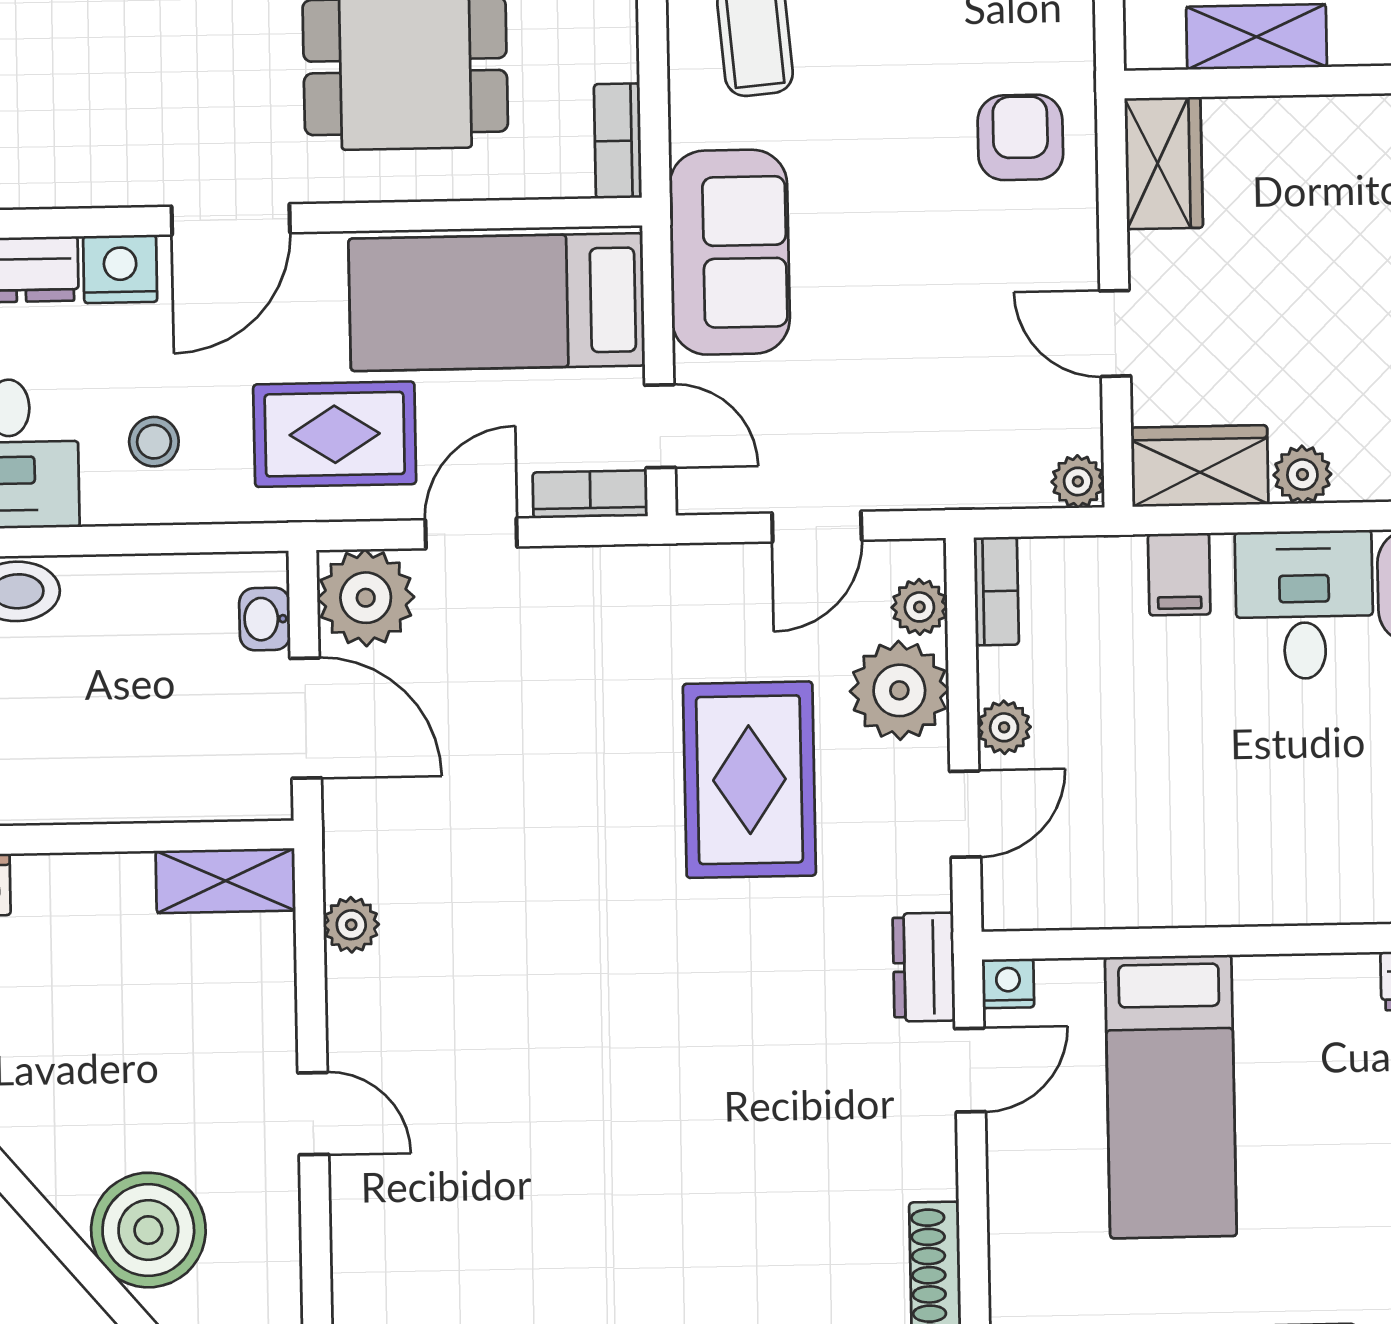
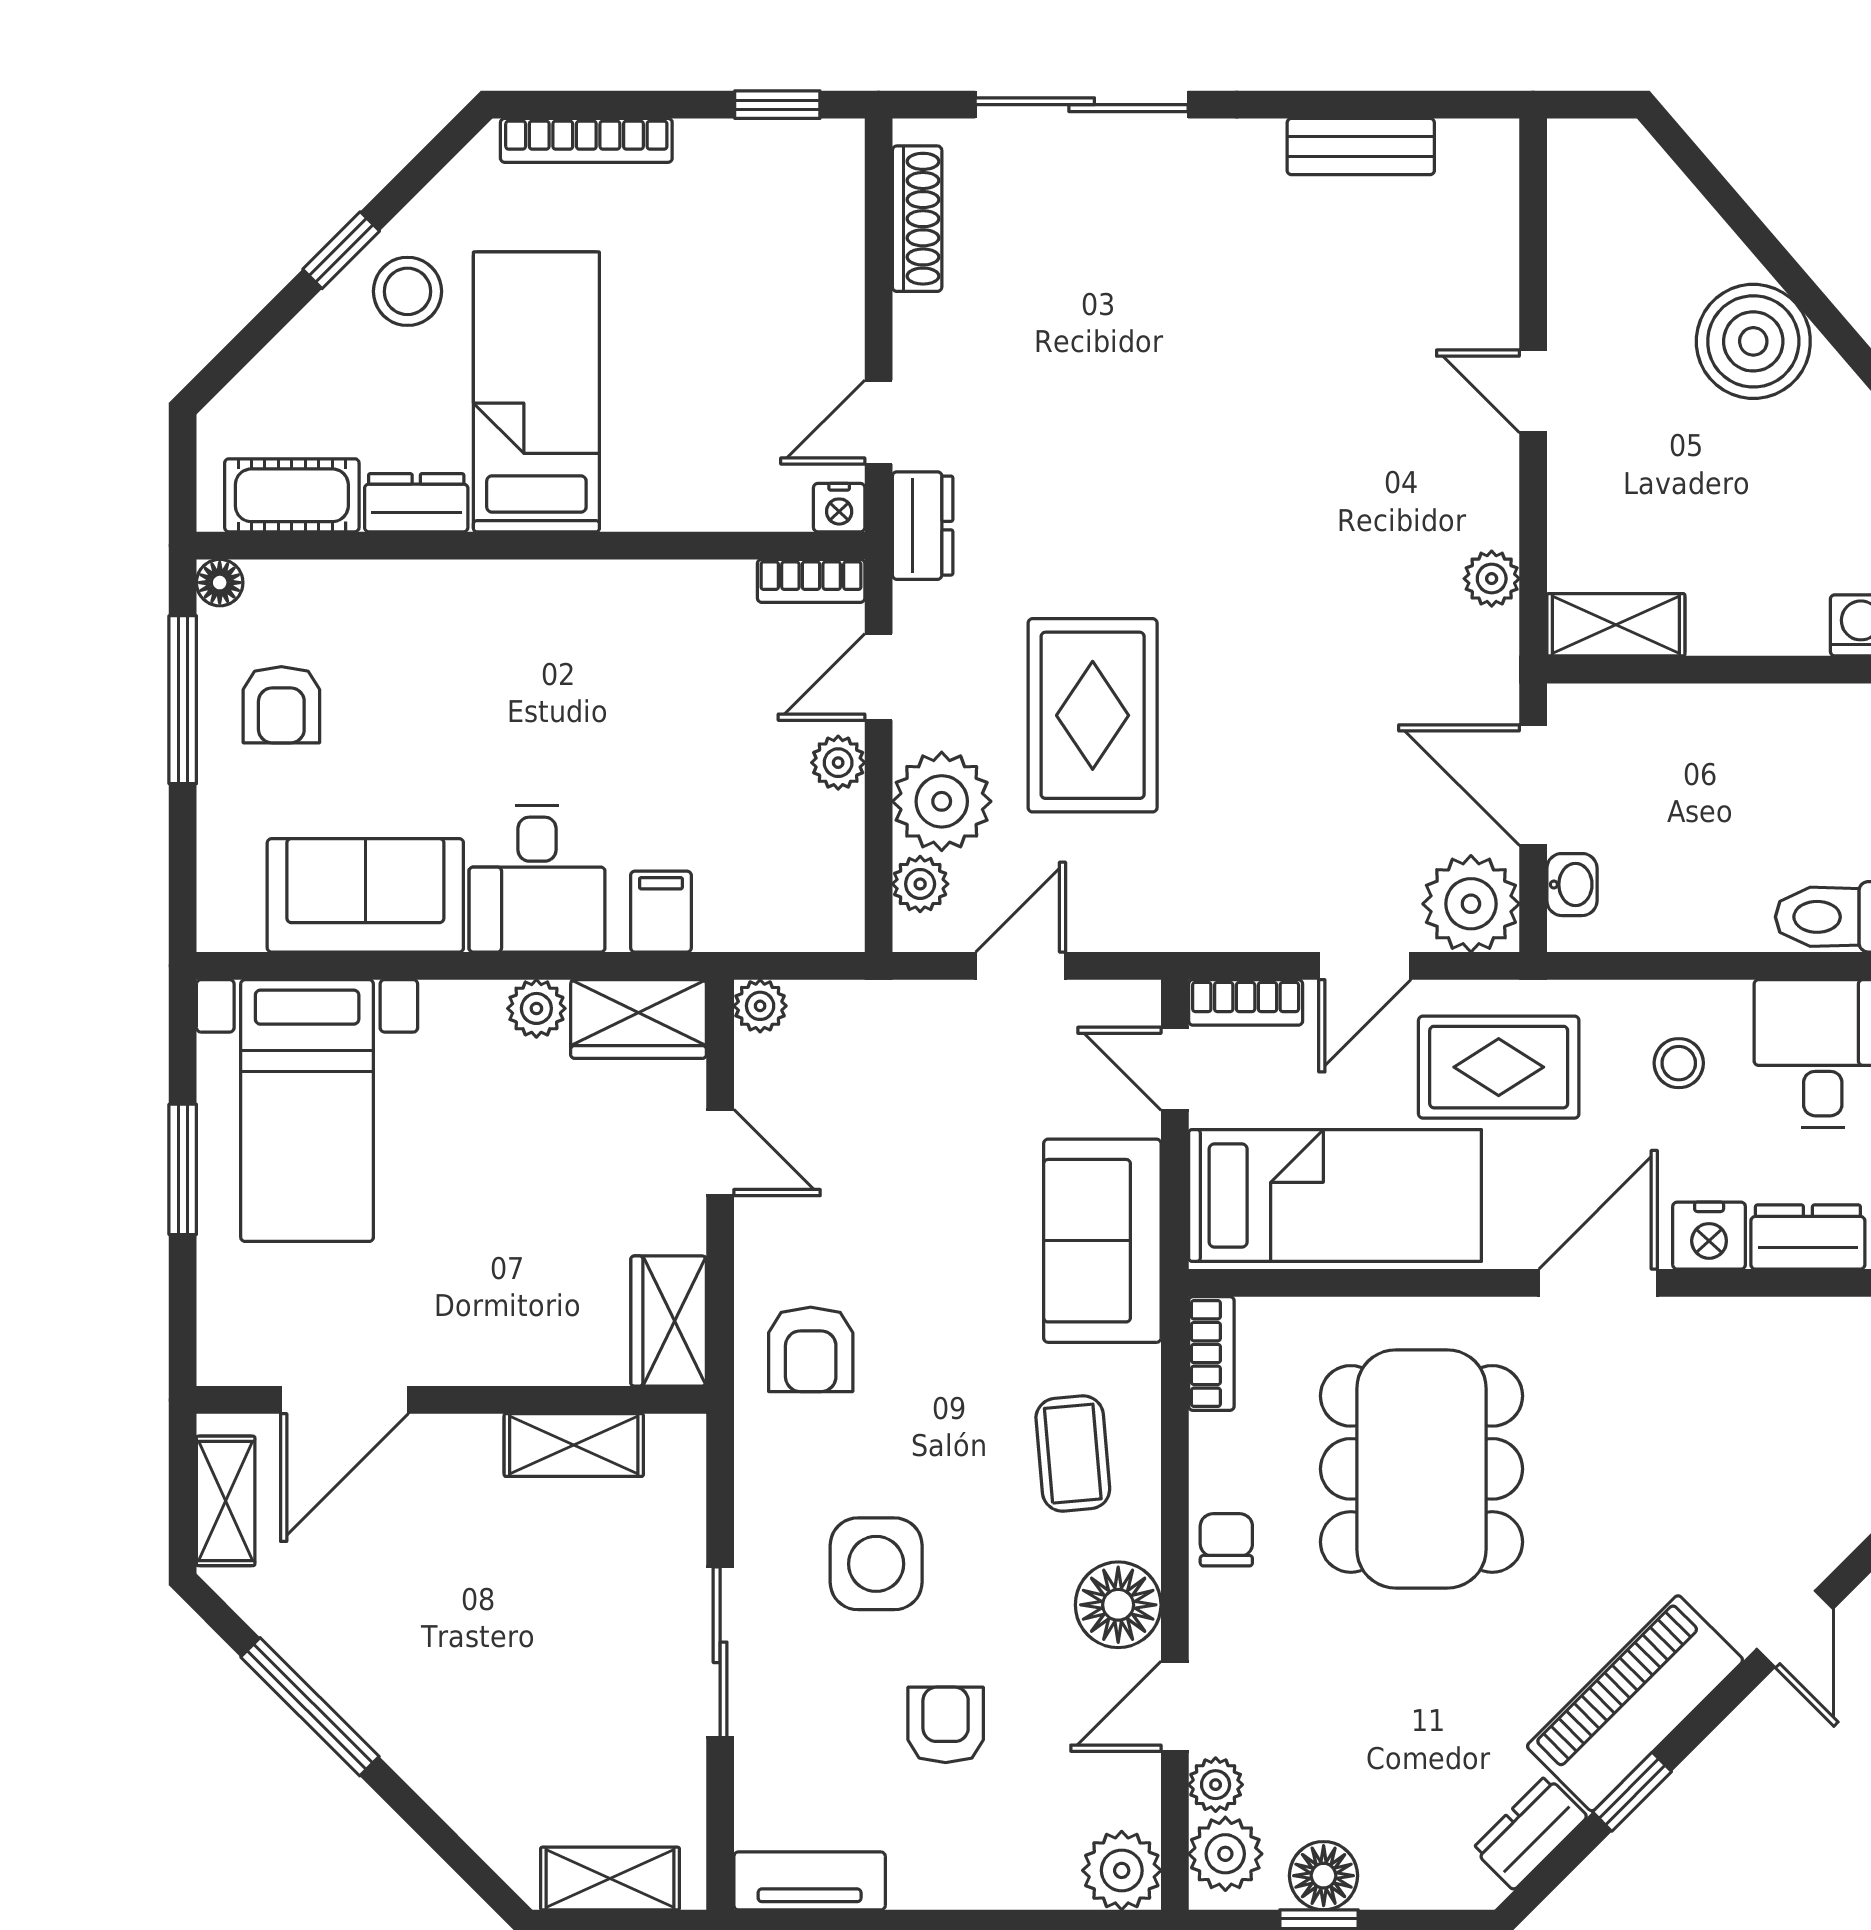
bookcase: (996, 591) -> (811, 581), moved, turned -90
bed: (1171, 1097) -> (536, 392), moved
boiler: (148, 1230) -> (1753, 341), moved

